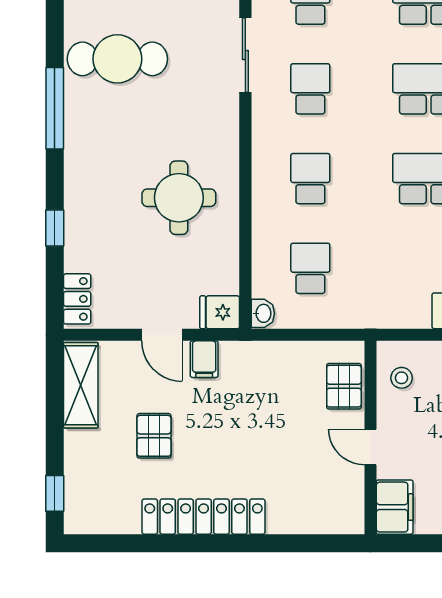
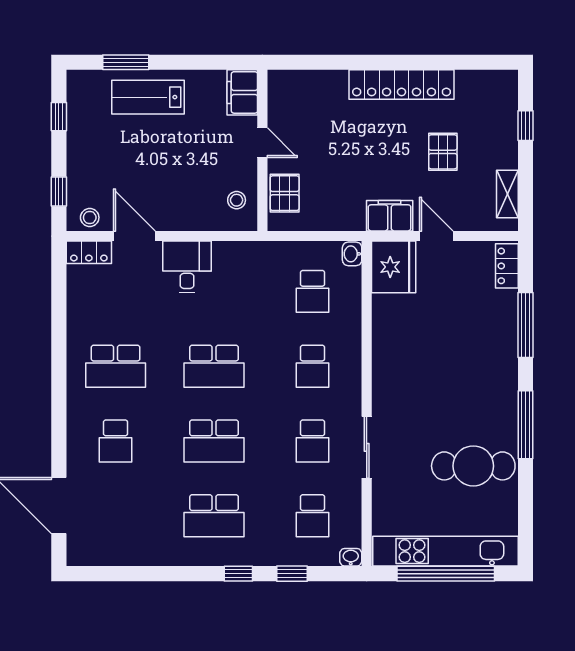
sliding door: (245, 55) -> (367, 447), moved
round table: (179, 198) -> (422, 350), removed
window: (55, 228) -> (526, 325), width x2.17
fridge: (220, 312) -> (394, 267), width x1.88, depth x1.34
filing cabinet: (204, 359) -> (390, 216), width x2.00
shelving: (81, 385) -> (507, 194), width x0.67, depth x0.75
window: (55, 493) -> (526, 126), moved

